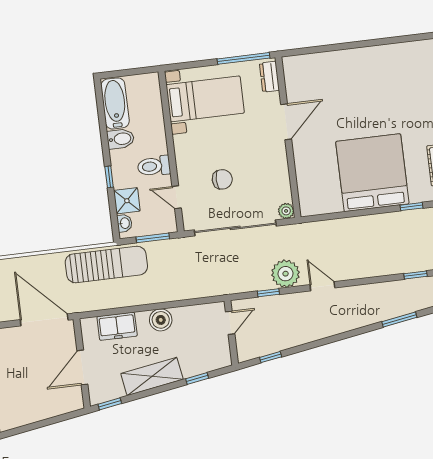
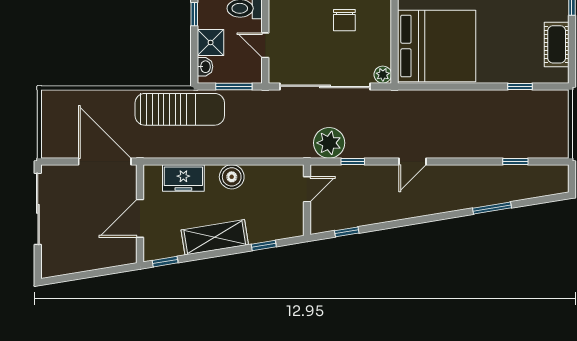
bed: (372, 173) -> (437, 46), moved, turned 90
chair: (222, 179) -> (344, 20), moved, turned 90
plant: (286, 274) -> (329, 143), moved
door: (322, 286) -> (412, 162), swing flipped

